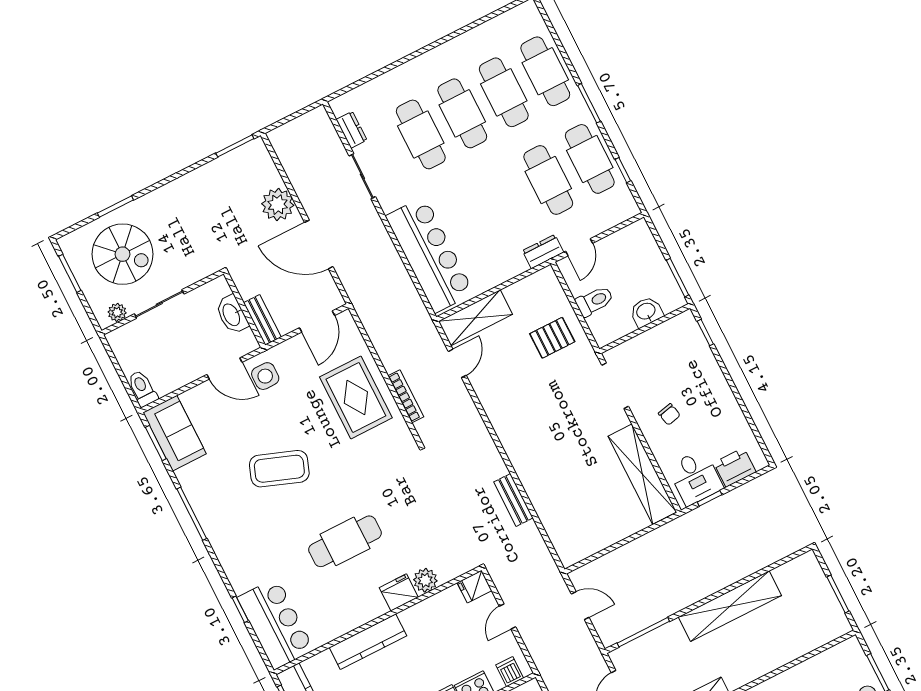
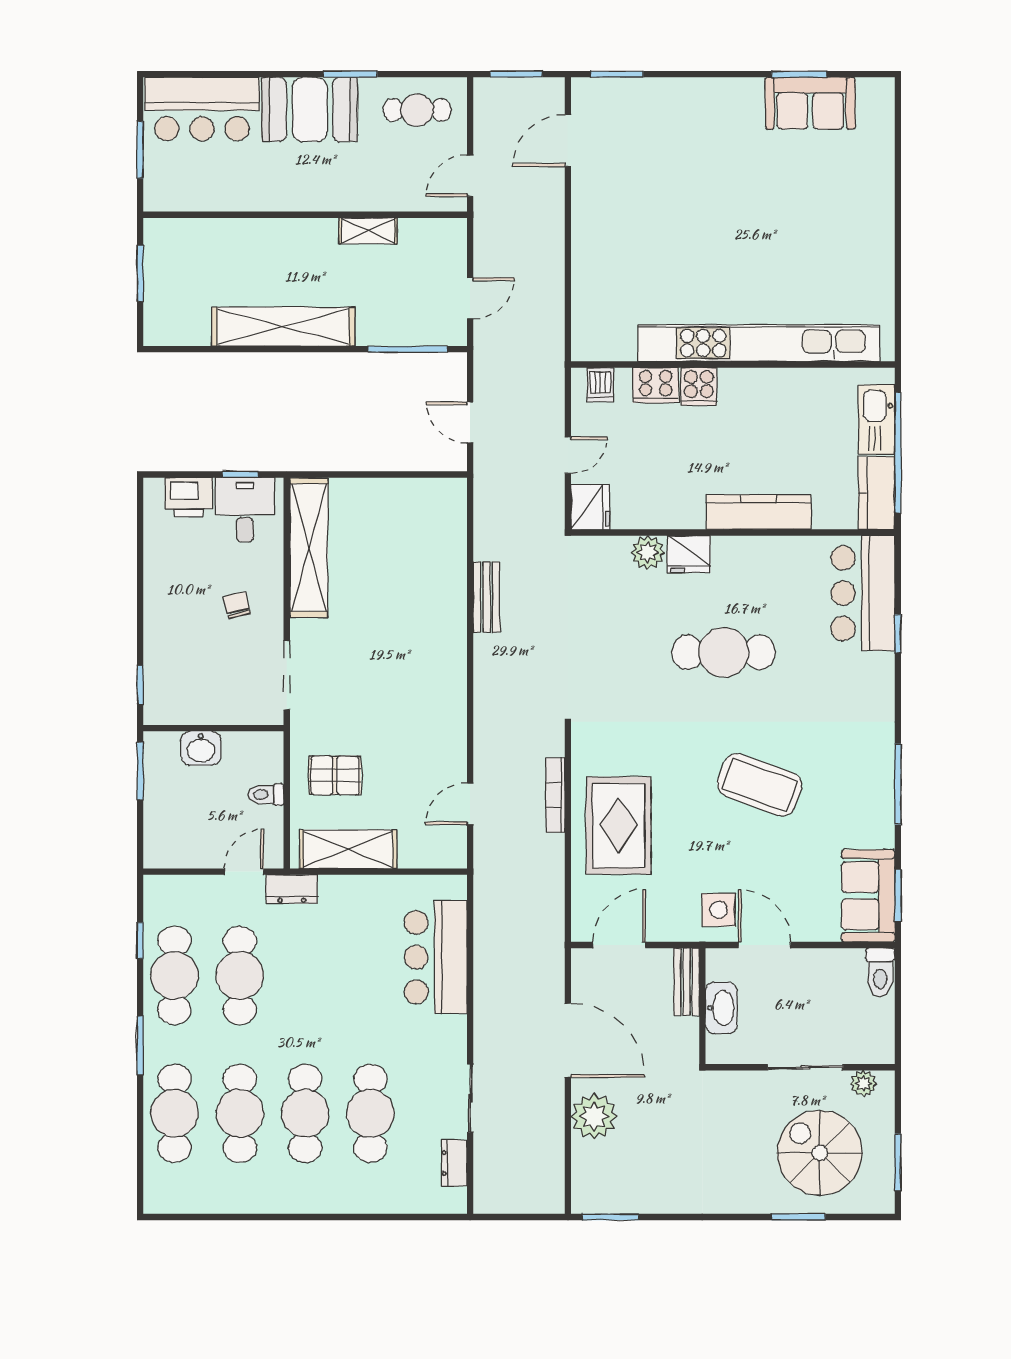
bar counter: (430, 255) -> (436, 957), width x0.73
toilet: (594, 301) -> (266, 795), width x0.73, depth x0.72
shelving: (475, 318) -> (348, 849), moved
fridge: (475, 587) -> (590, 507), width x1.38

